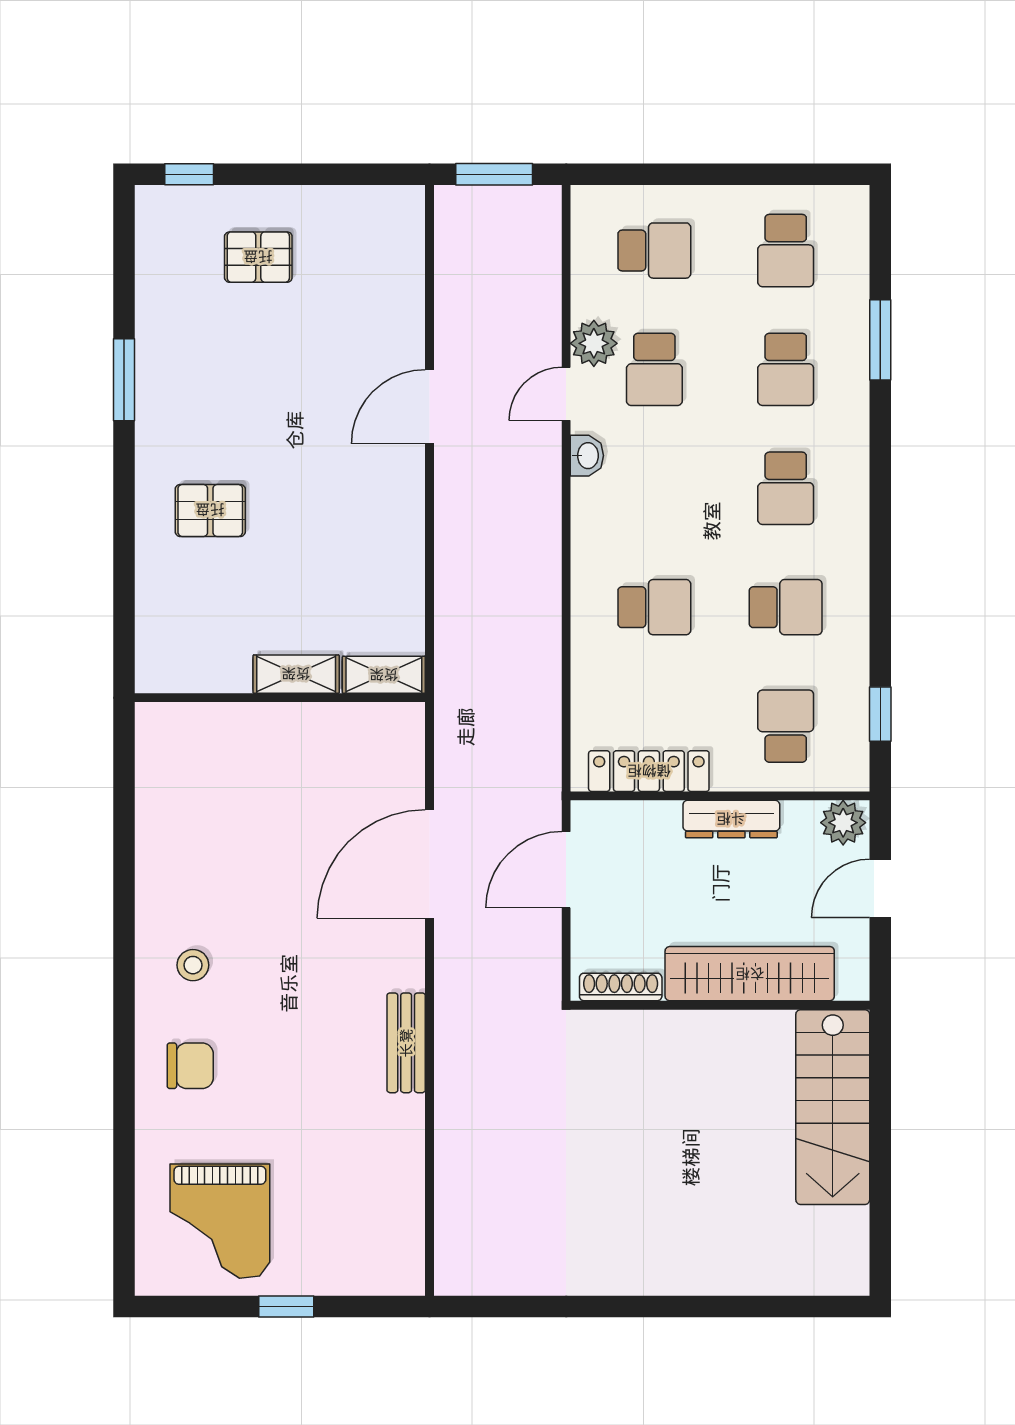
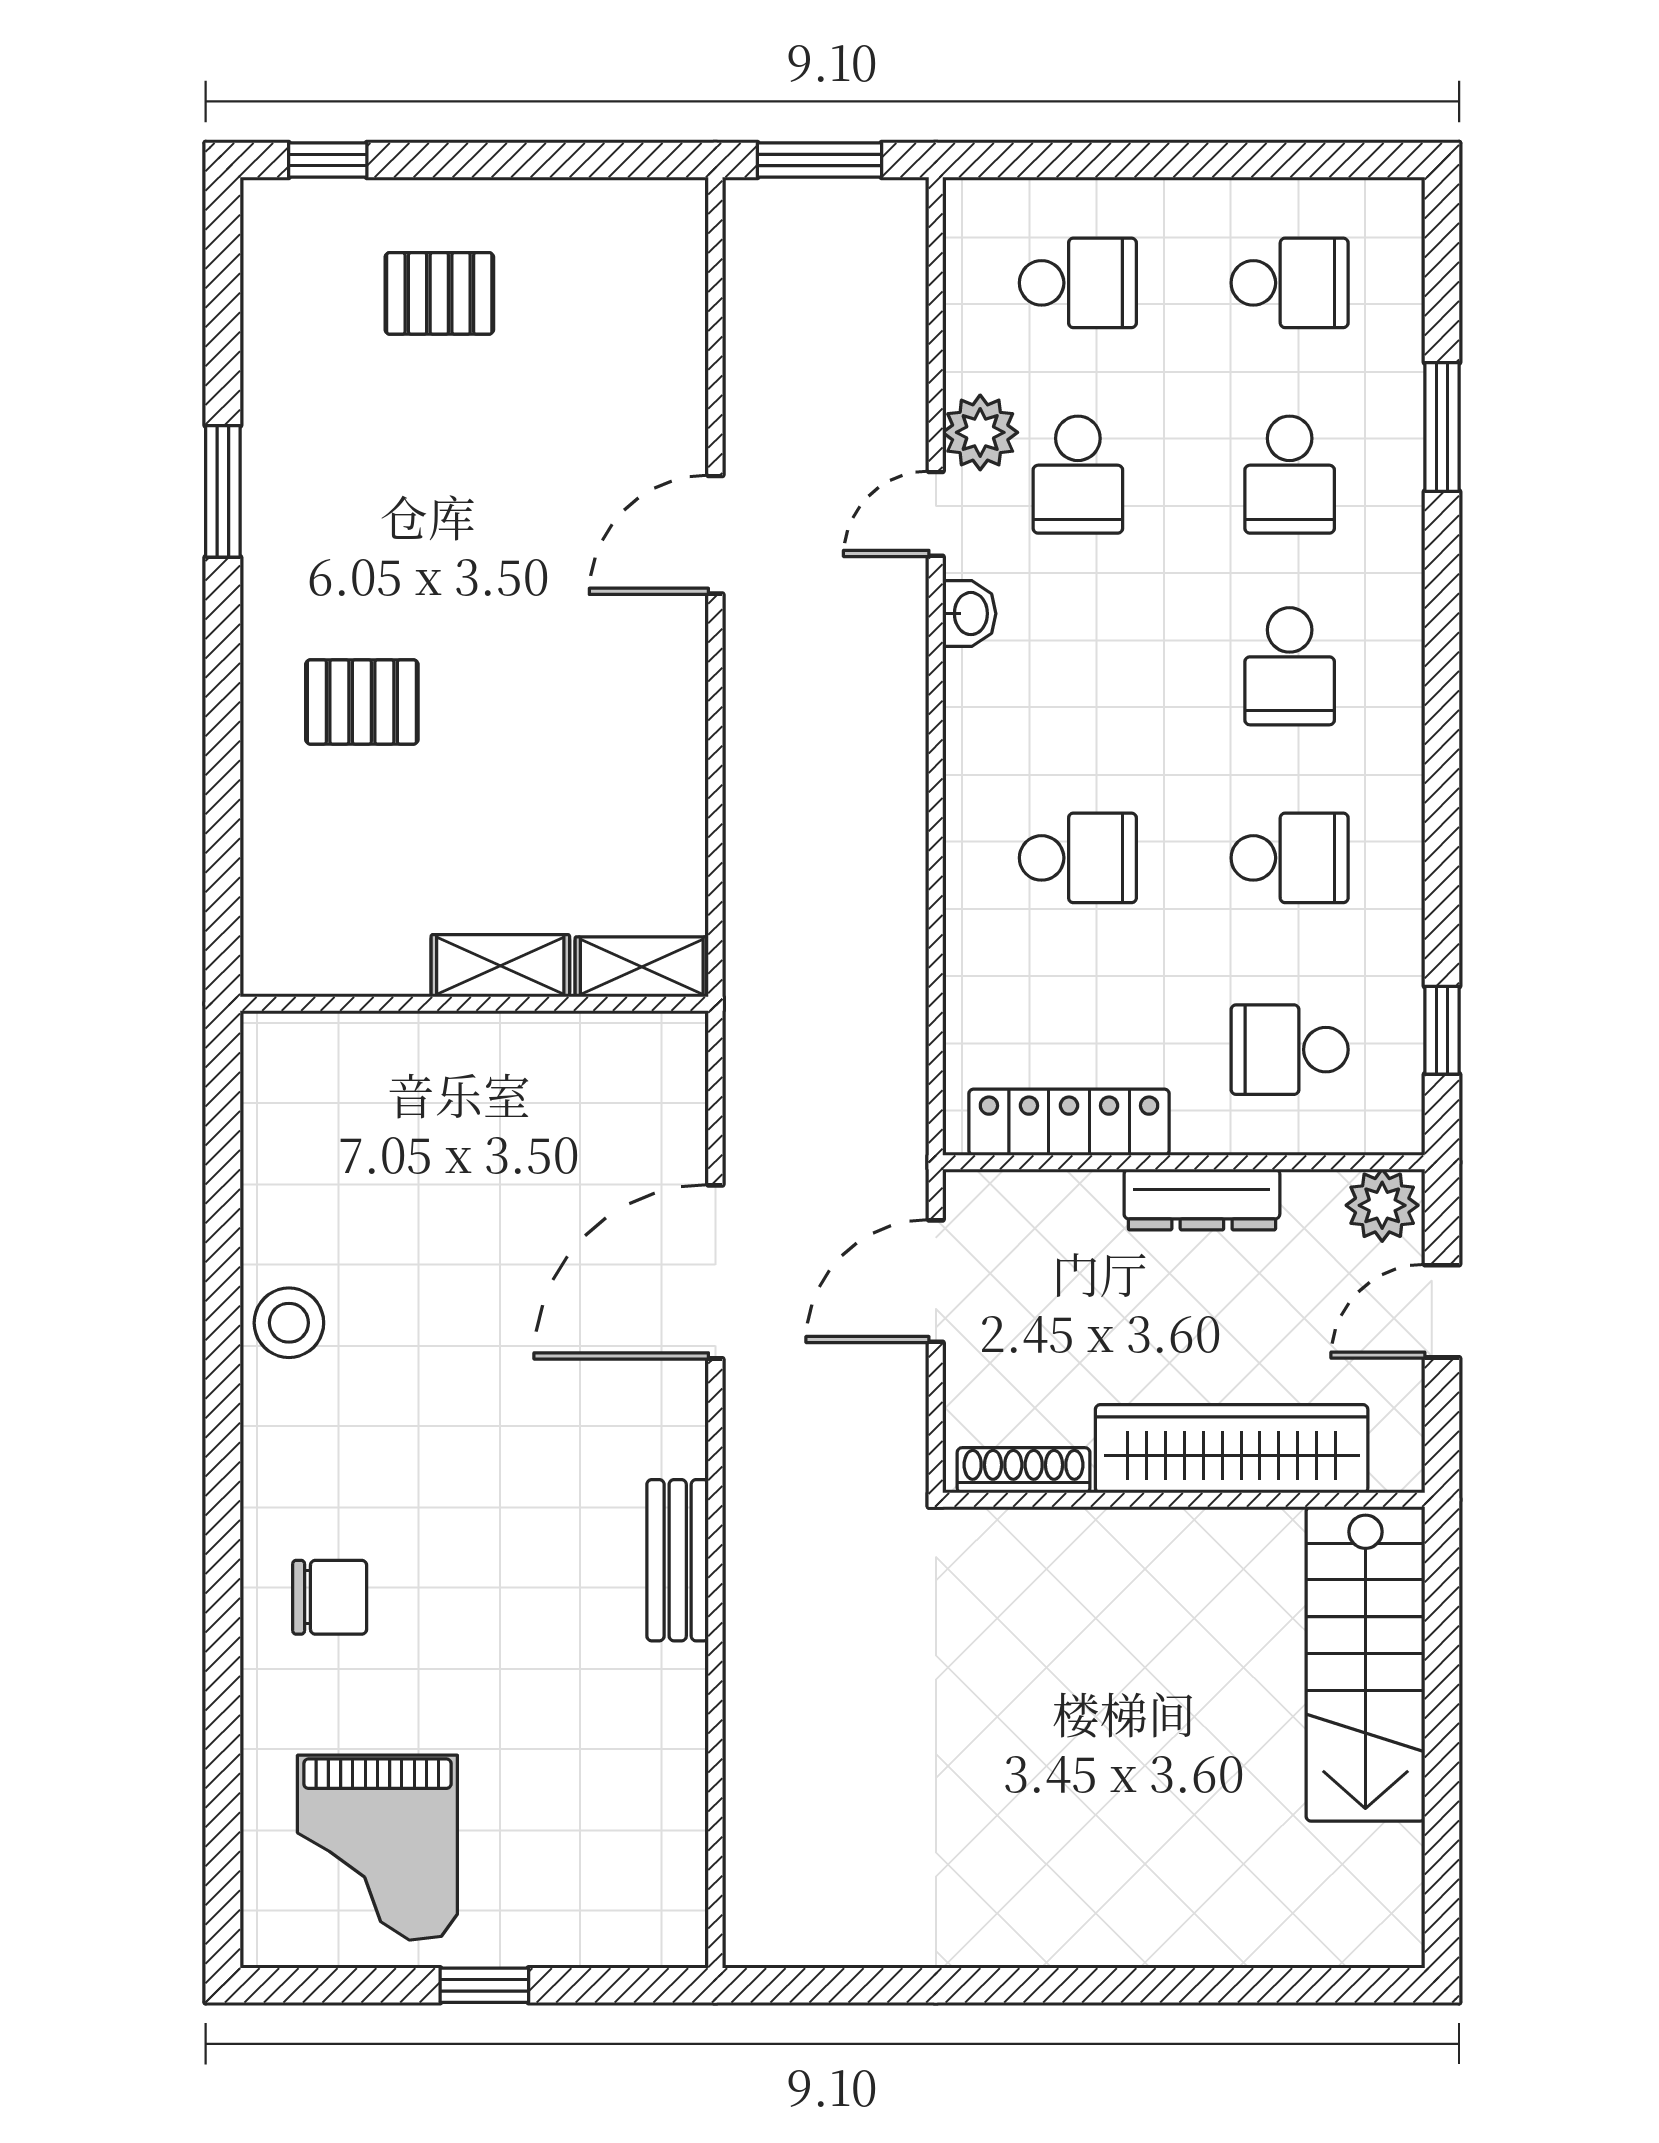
school desk: (786, 251) -> (1290, 283), turned -90
school desk: (786, 726) -> (1290, 1050), turned -90
stool: (193, 965) -> (289, 1323), moved, width x1.37, depth x1.37

